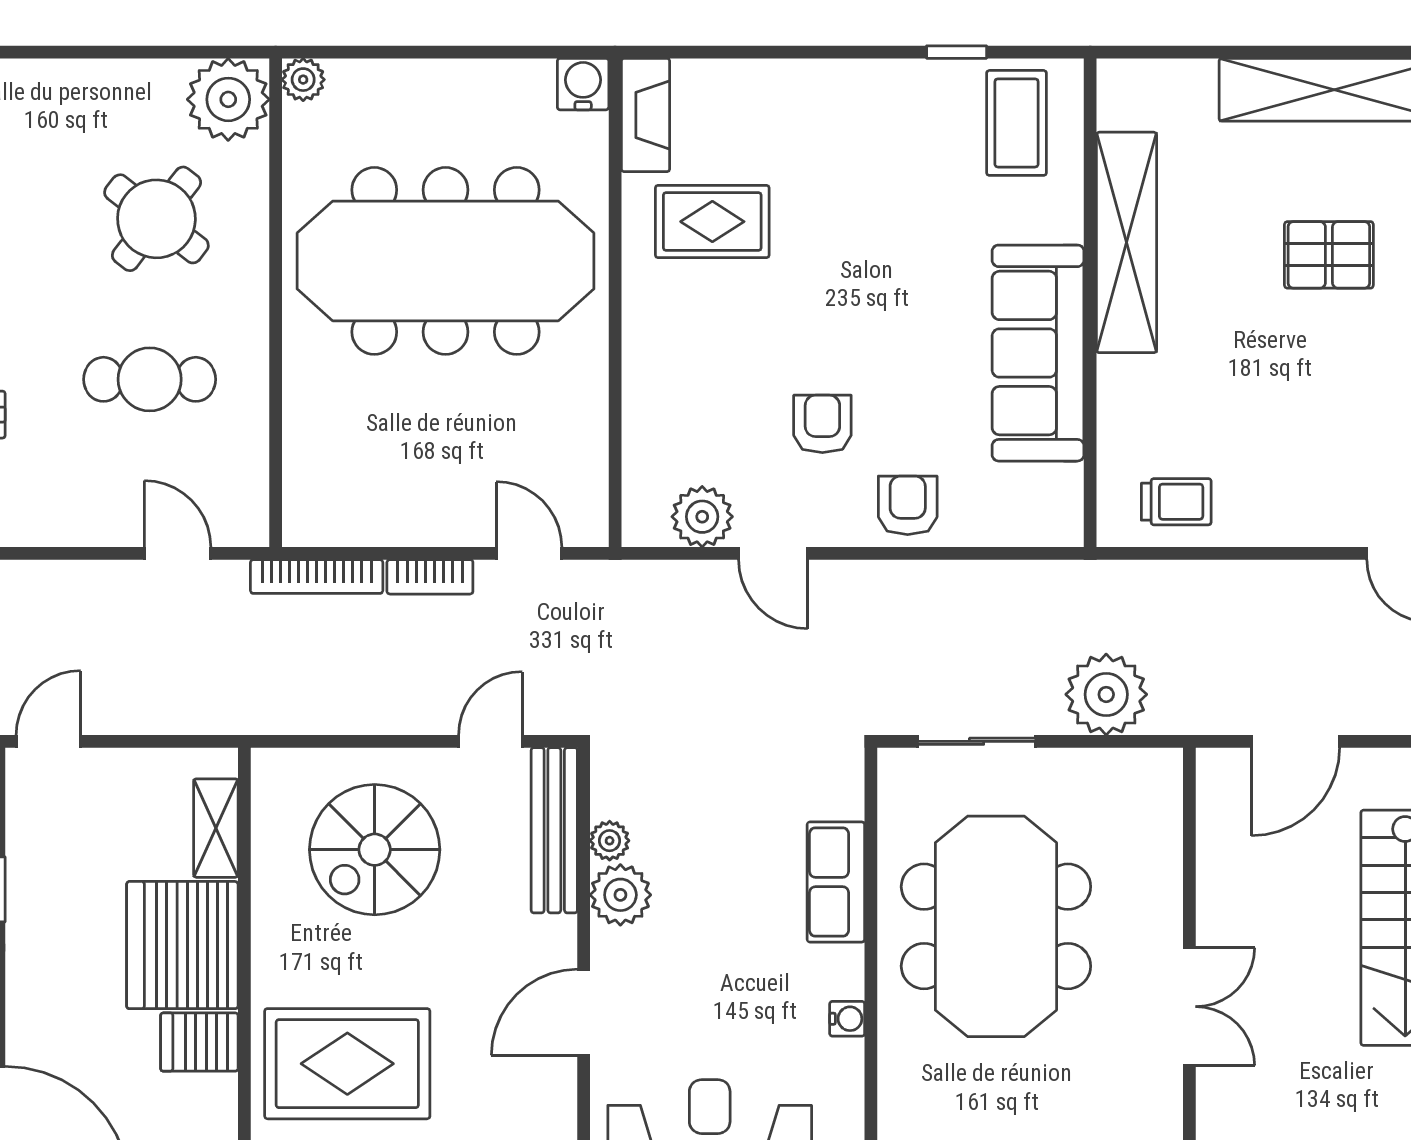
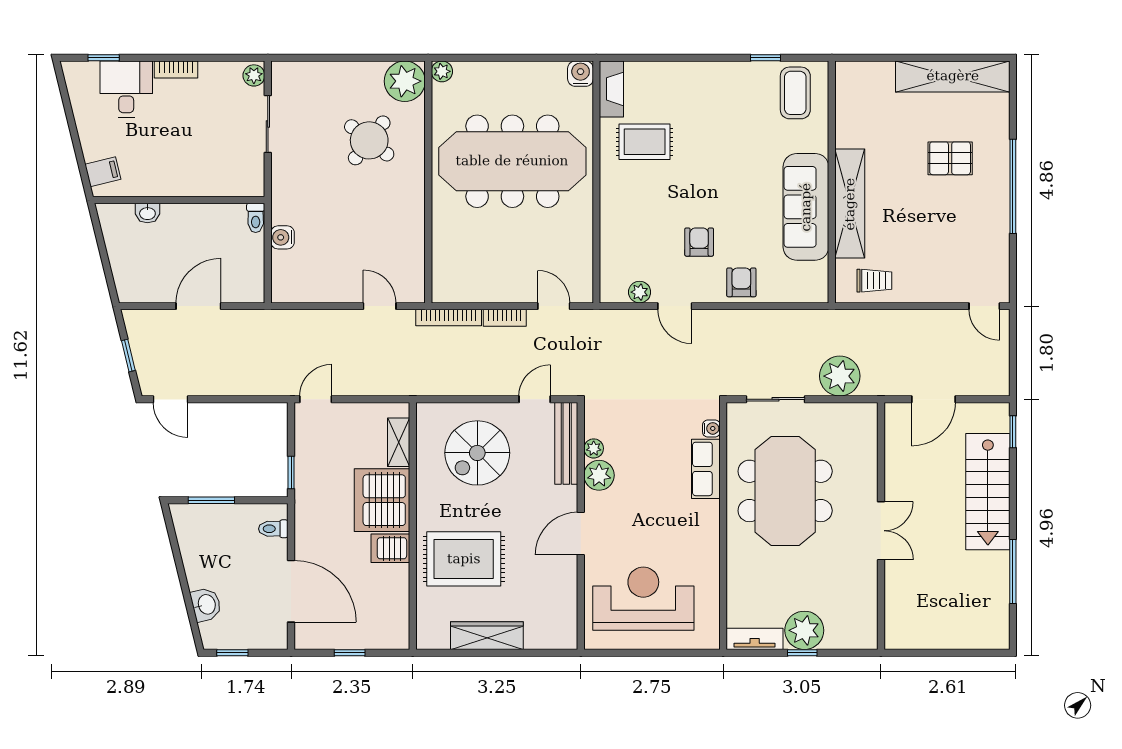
shelving: (1127, 242) -> (850, 204), moved
cafe table: (150, 379) -> (366, 220), removed
plant: (702, 517) -> (640, 292), width x0.73, depth x0.73
water cooler: (847, 1019) -> (711, 428), moved

